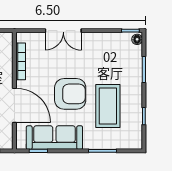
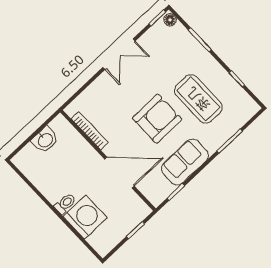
double door: (63, 31) -> (119, 54), moved
sofa: (54, 138) -> (185, 162), width x0.73

